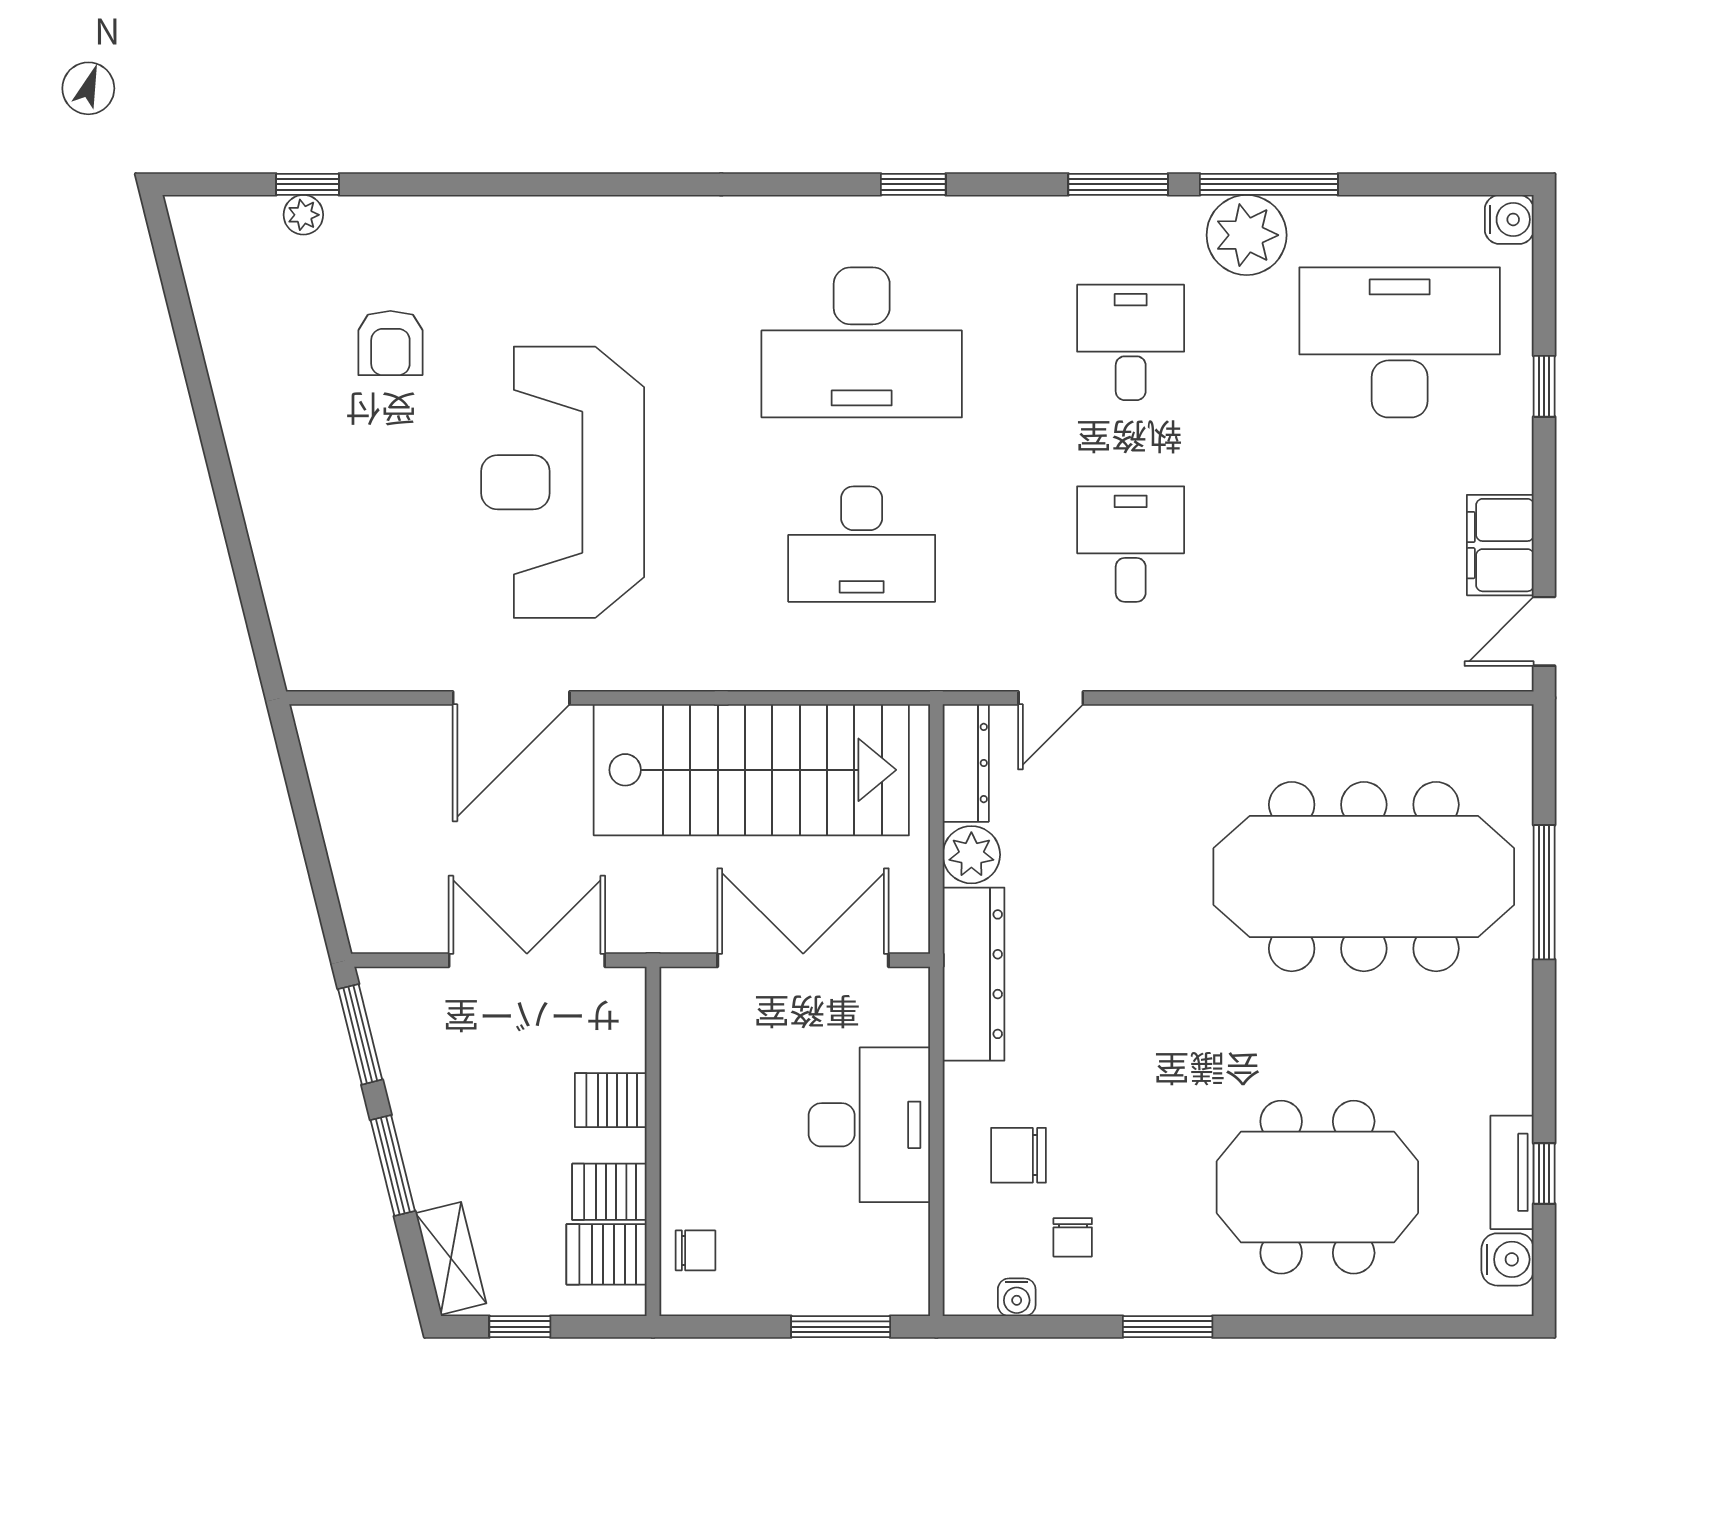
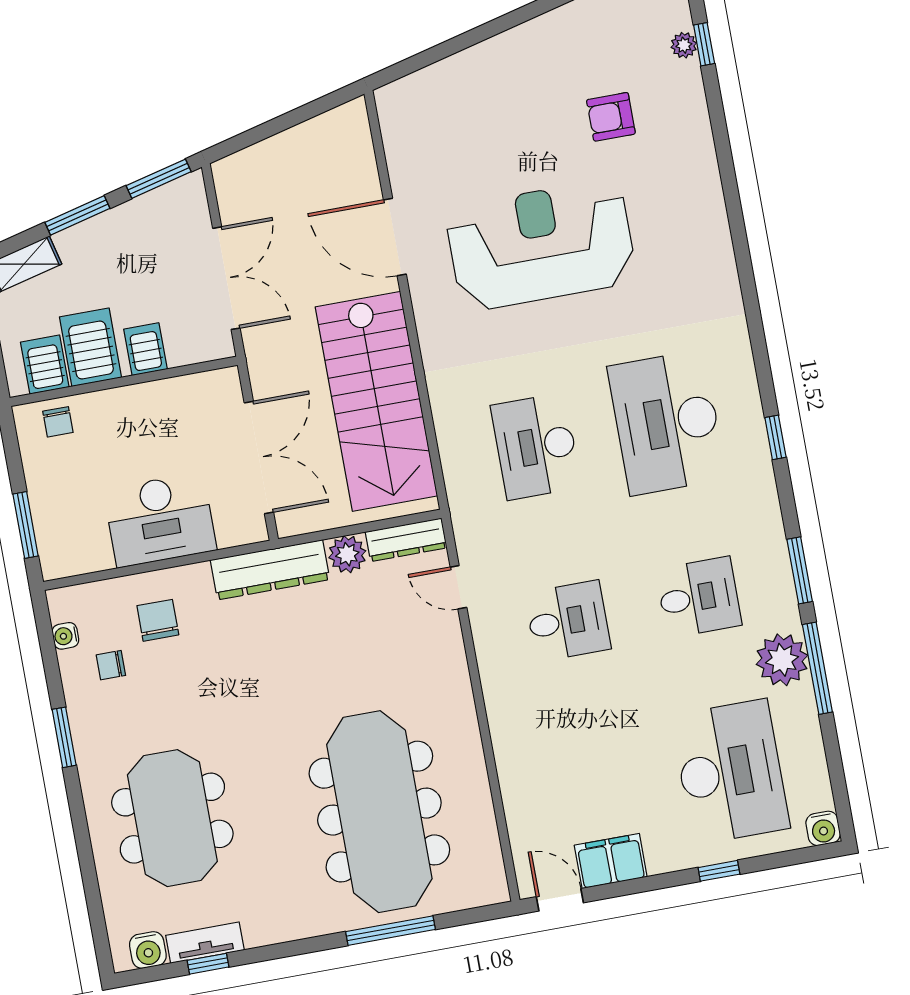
server rack: (609, 1192) -> (90, 347), width x1.36, depth x1.44

